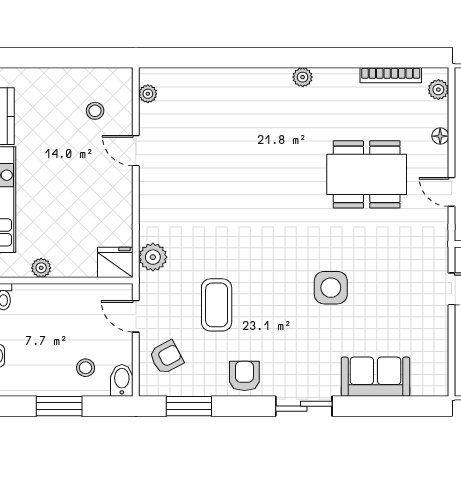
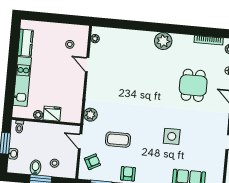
plant: (303, 77) -> (163, 41), width x1.87, depth x1.87
dining table: (367, 174) -> (193, 85), width x0.73
fridge: (115, 262) -> (52, 114), moved
coffee table: (217, 305) -> (118, 140), turned 90
bidet: (122, 380) -> (36, 167), moved

